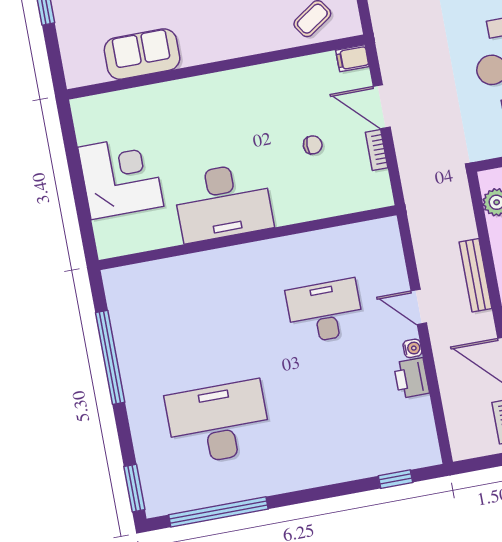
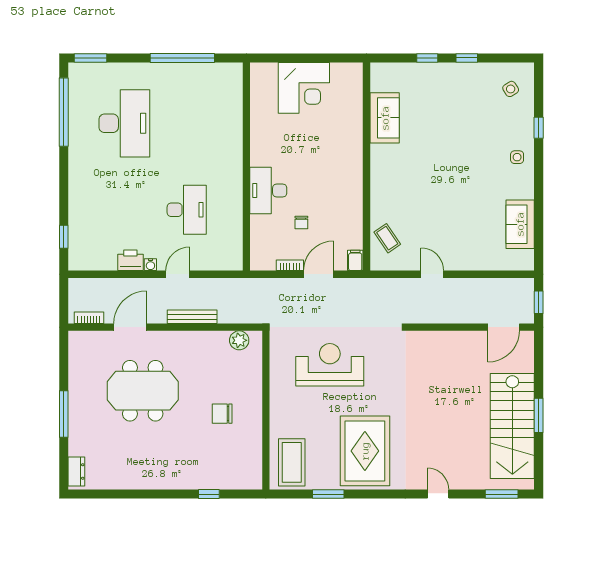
desk: (223, 202) -> (268, 190), moved, width x0.73, depth x0.77

